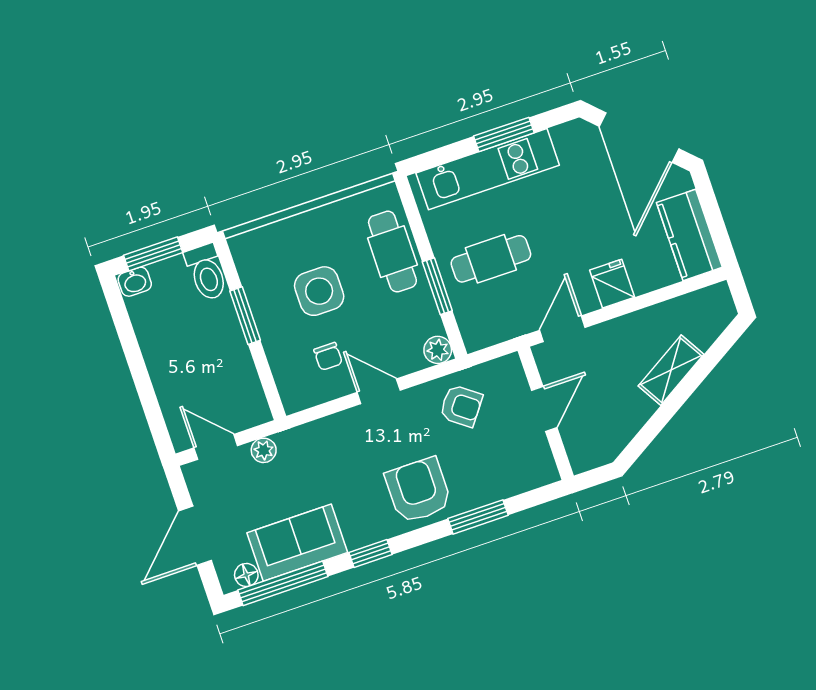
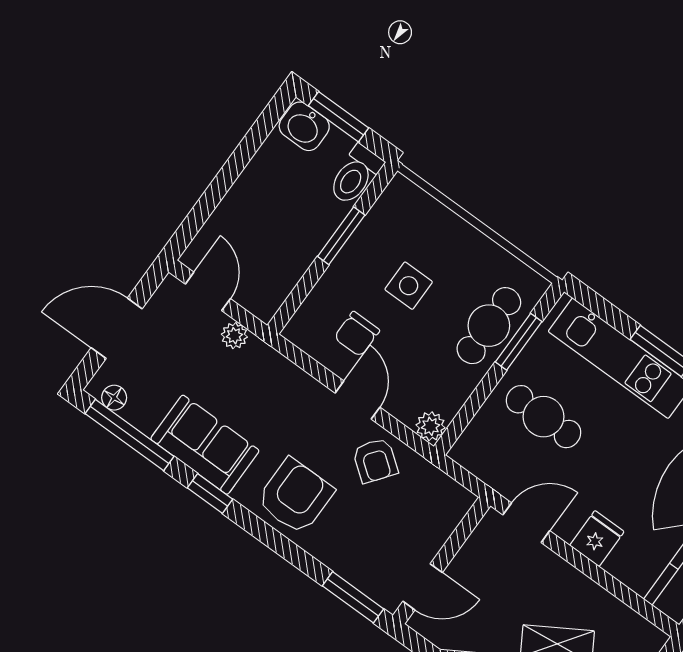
washbasin: (135, 282) -> (304, 126), width x1.38, depth x1.45
window: (437, 286) -> (519, 342), moved
side table: (319, 291) -> (409, 286), width x0.73, depth x0.73
chair: (328, 356) -> (357, 334), width x1.37, depth x1.37
armchair: (461, 406) -> (375, 461), moved
door: (544, 409) -> (423, 587), moved
window: (478, 517) -> (353, 597), moved
sofa: (297, 543) -> (205, 445), moved

